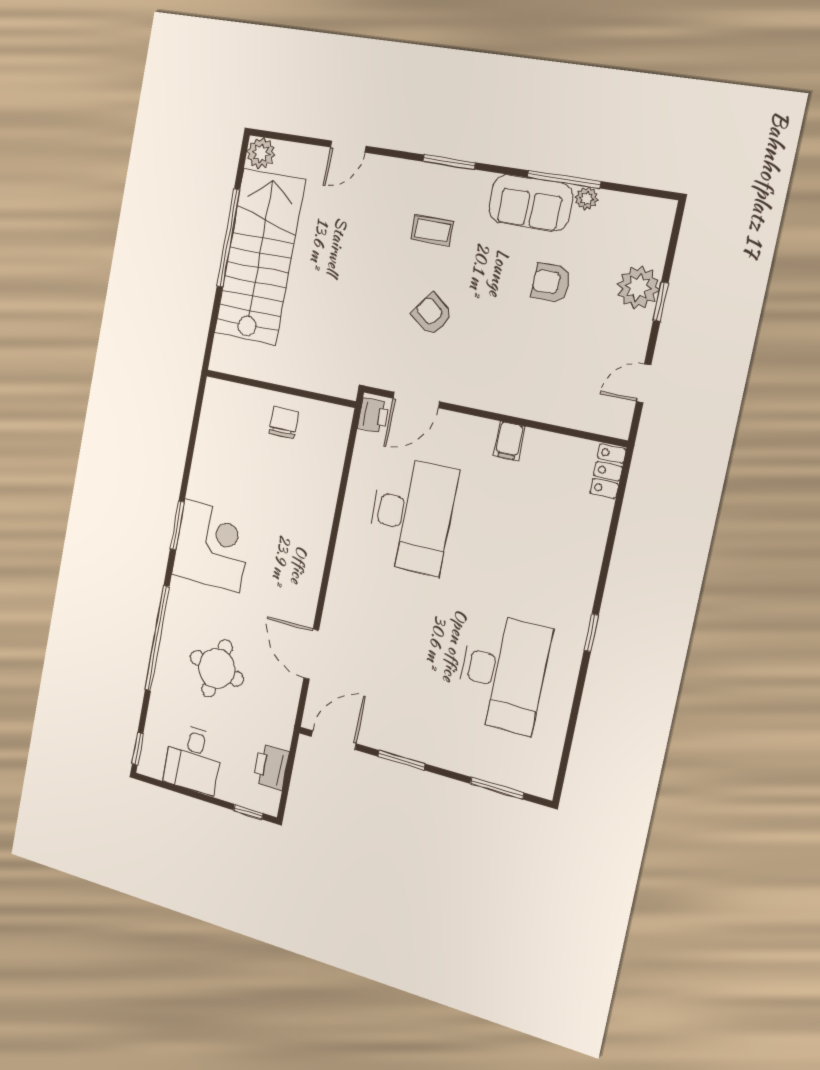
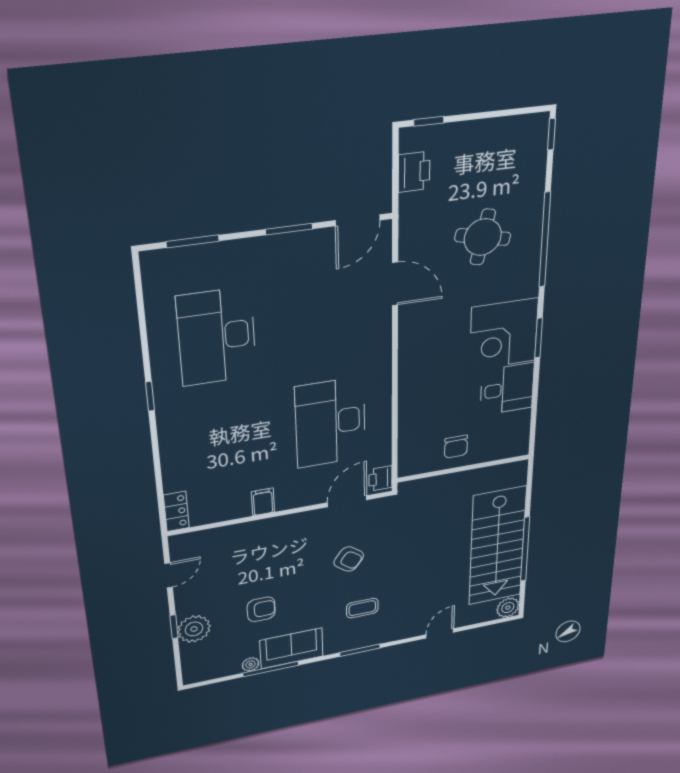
desk: (193, 759) -> (507, 389), moved, turned 90

